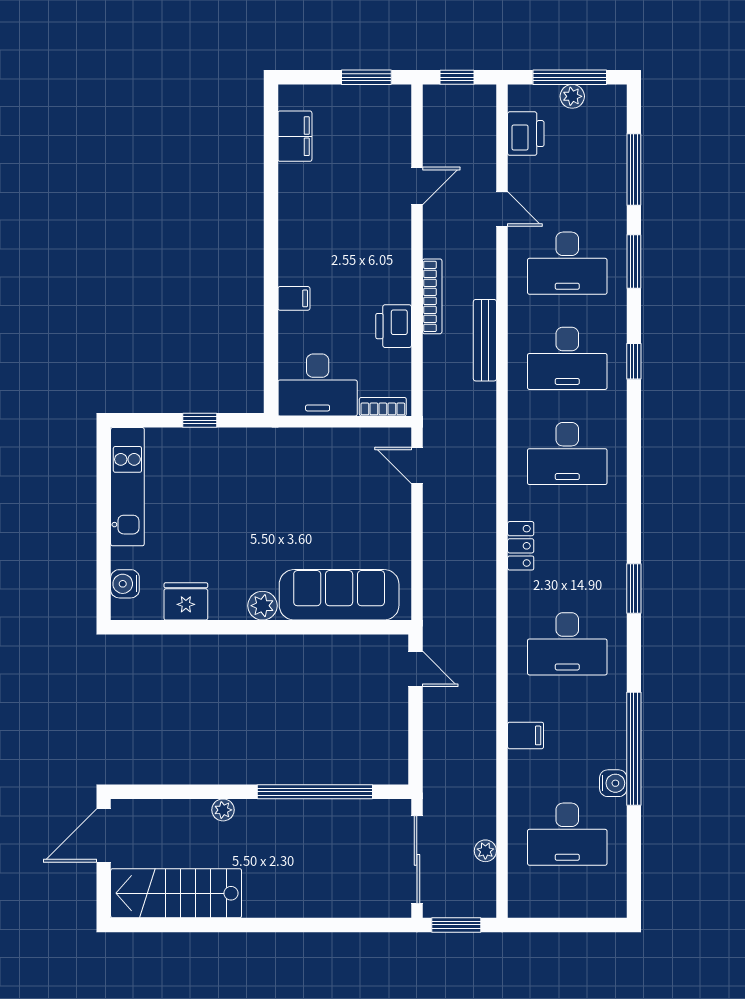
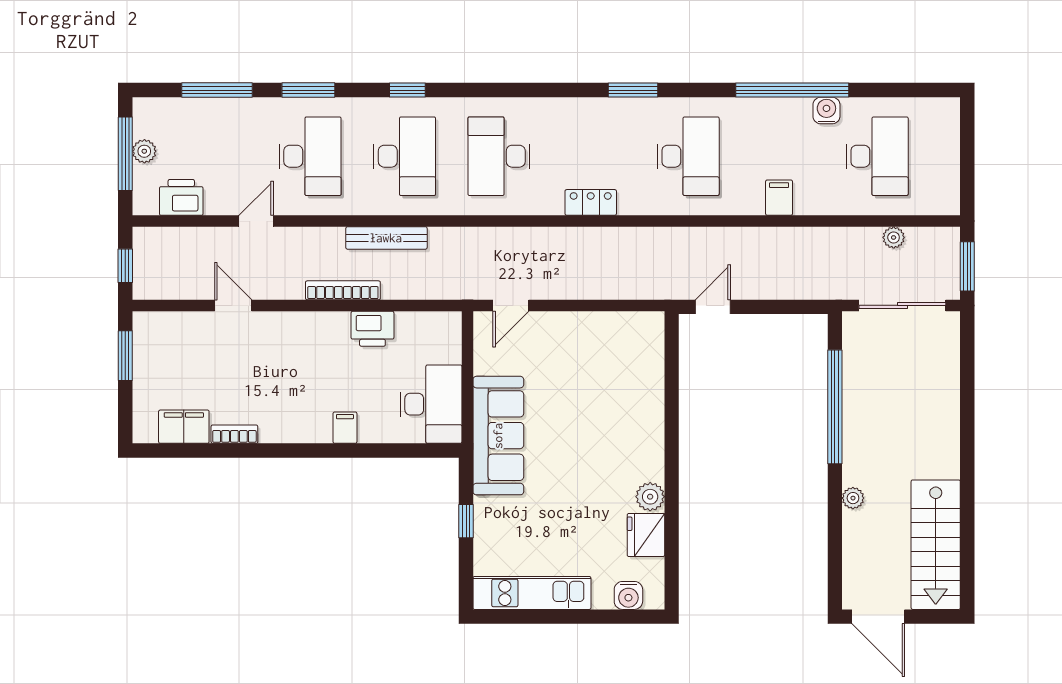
bookcase: (383, 407) -> (234, 434), moved, turned 90
desk: (567, 454) -> (499, 156), turned 180
sofa: (339, 595) -> (498, 436), moved, turned 180
plant: (262, 606) -> (650, 497), moved

